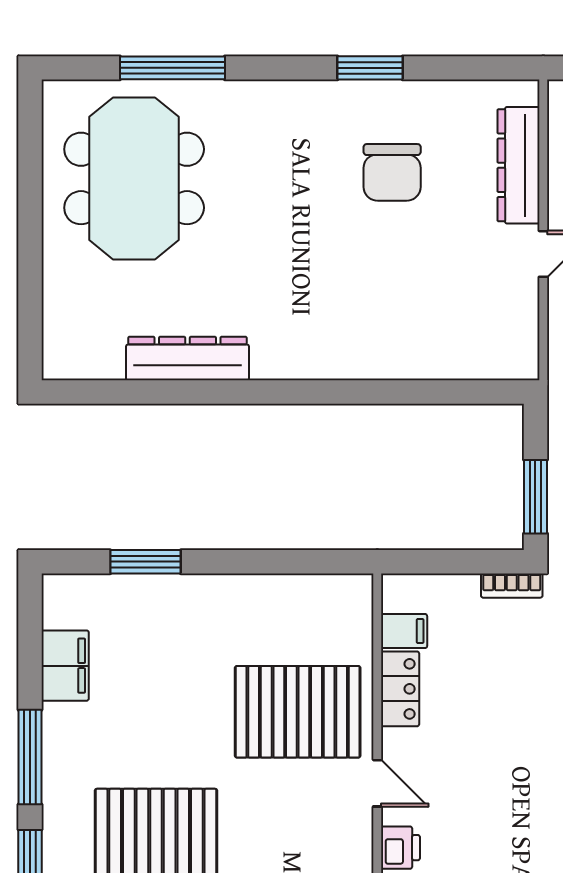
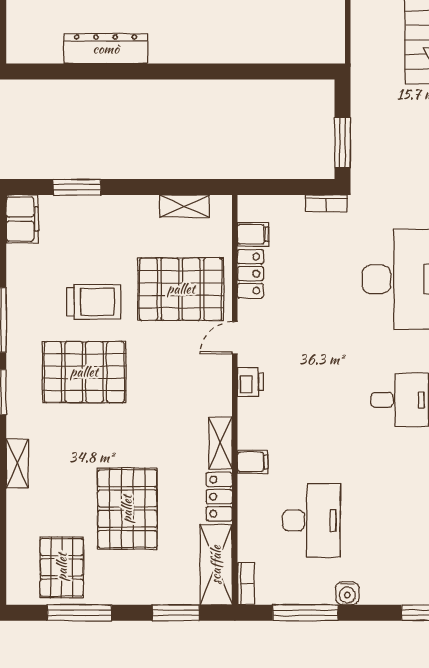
shelving: (303, 590) -> (185, 206), added
filing cabinet: (65, 666) -> (22, 219), moved
trolley: (170, 730) -> (94, 302), added
door: (377, 783) -> (235, 338), swing flipped

